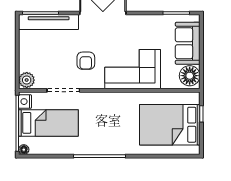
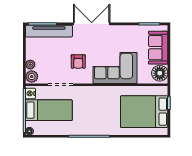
plant: (25, 65) -> (30, 65), added

